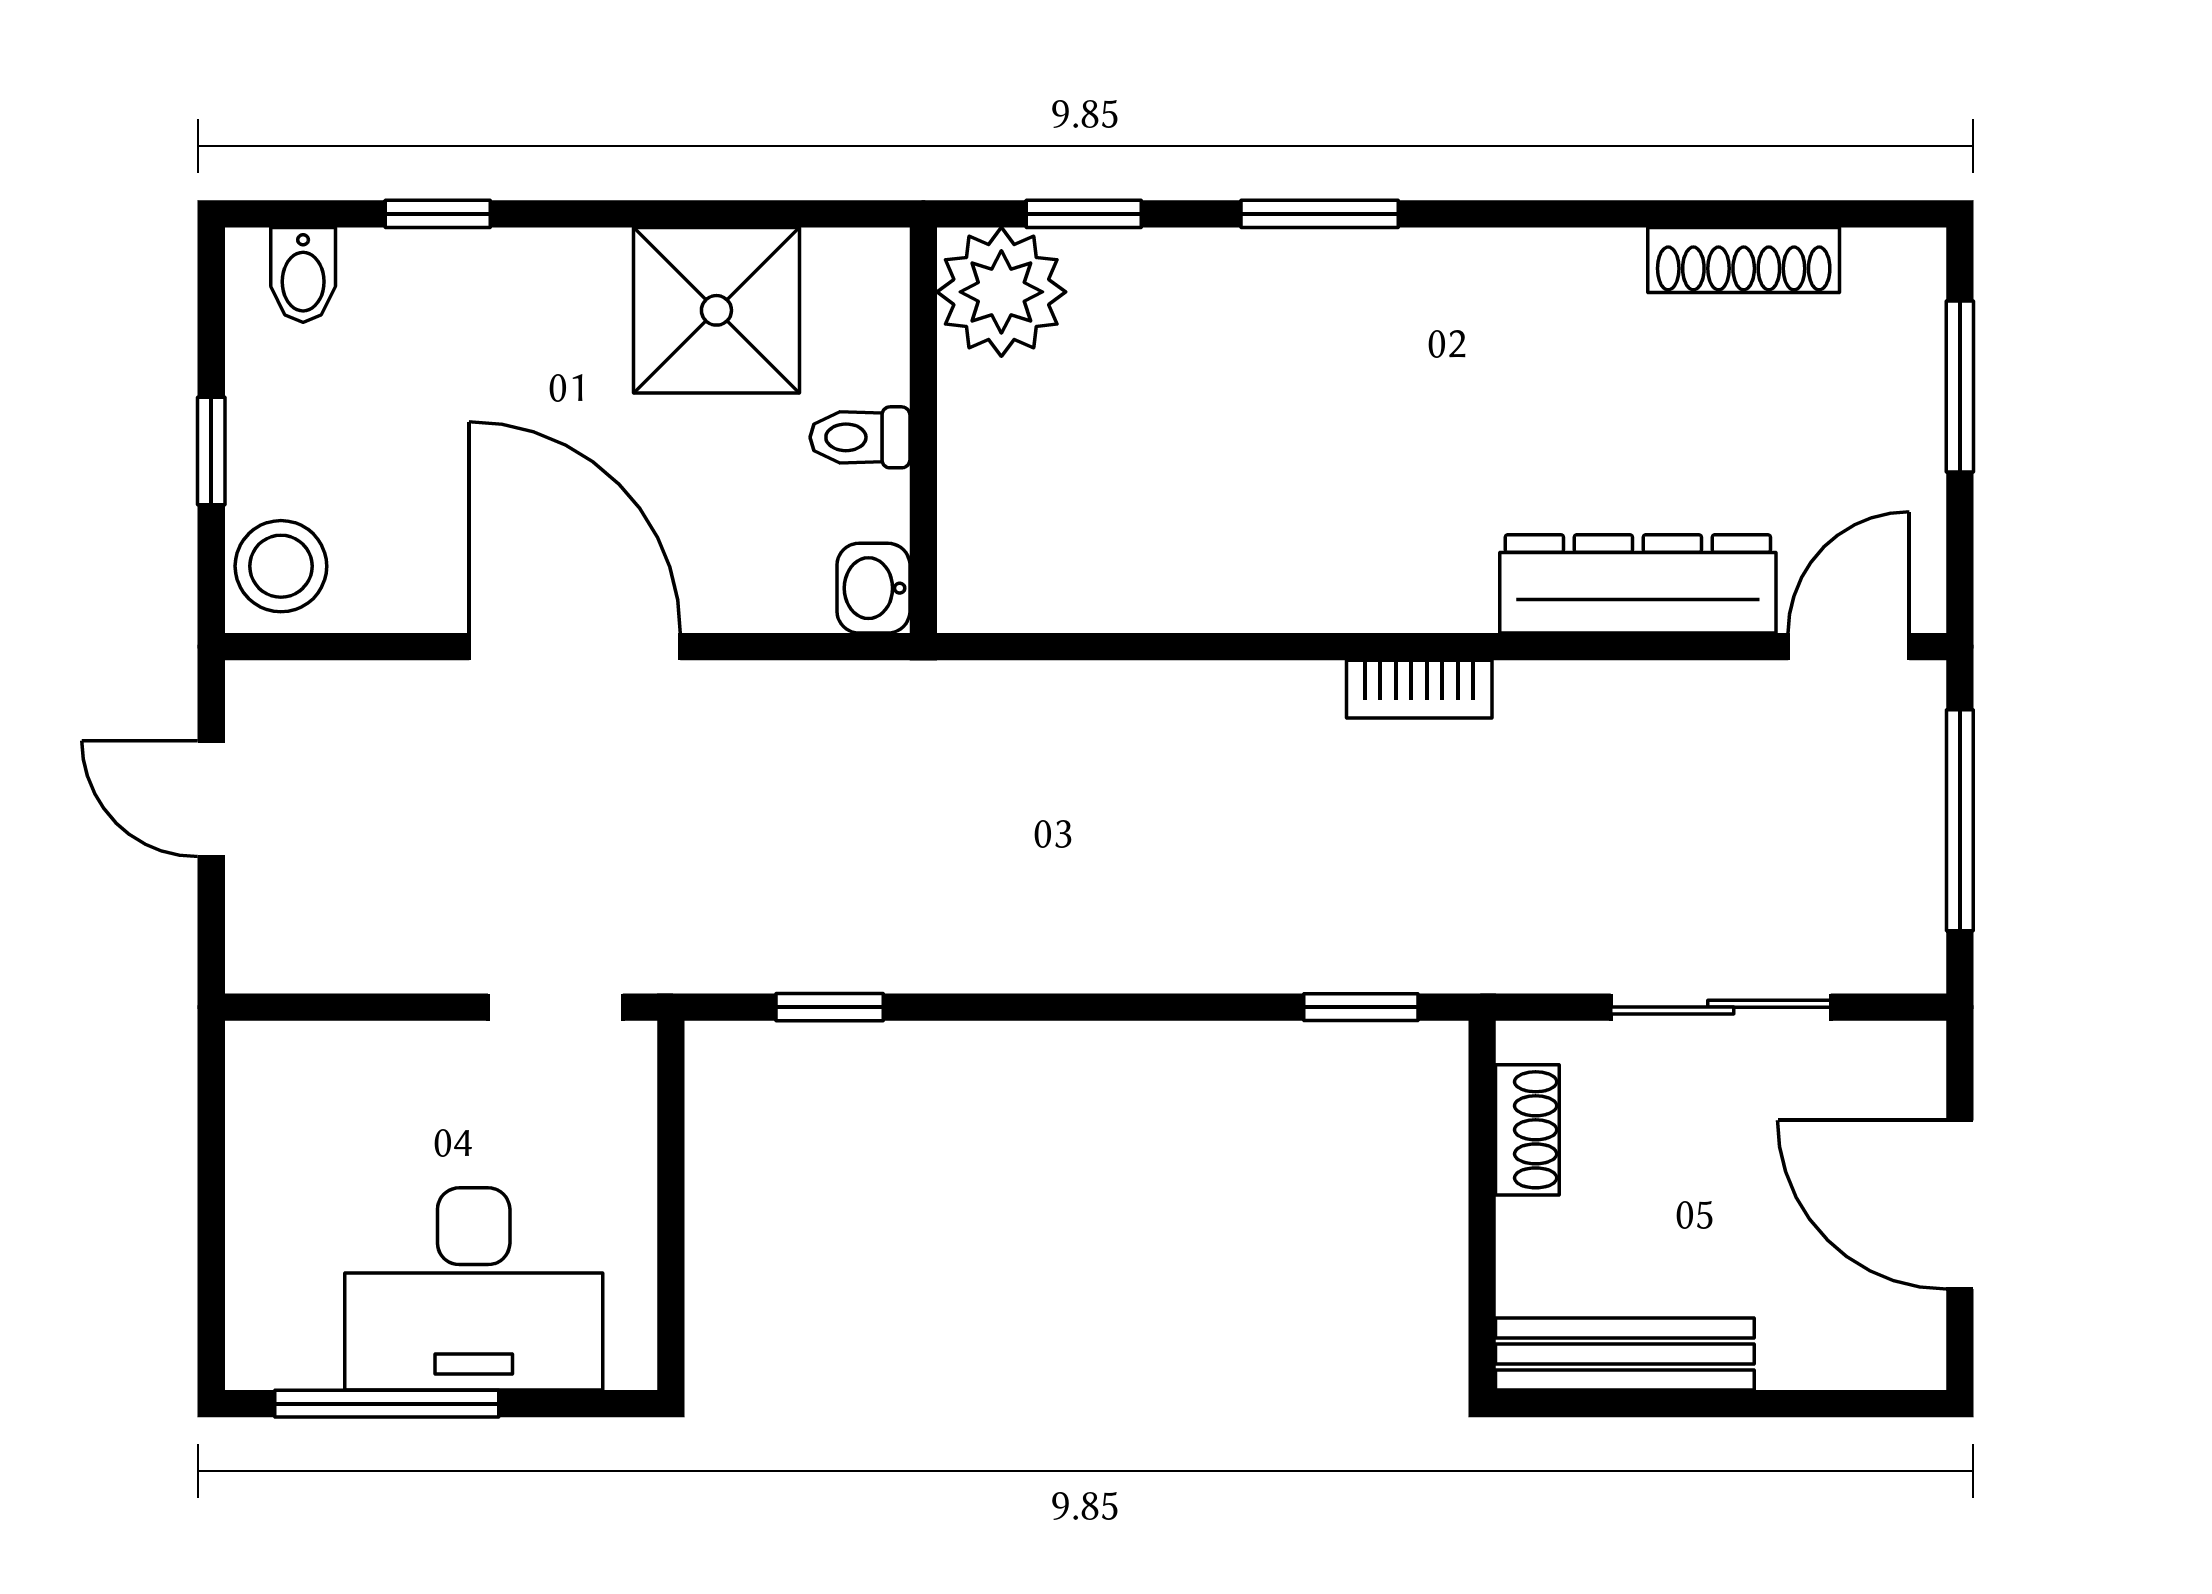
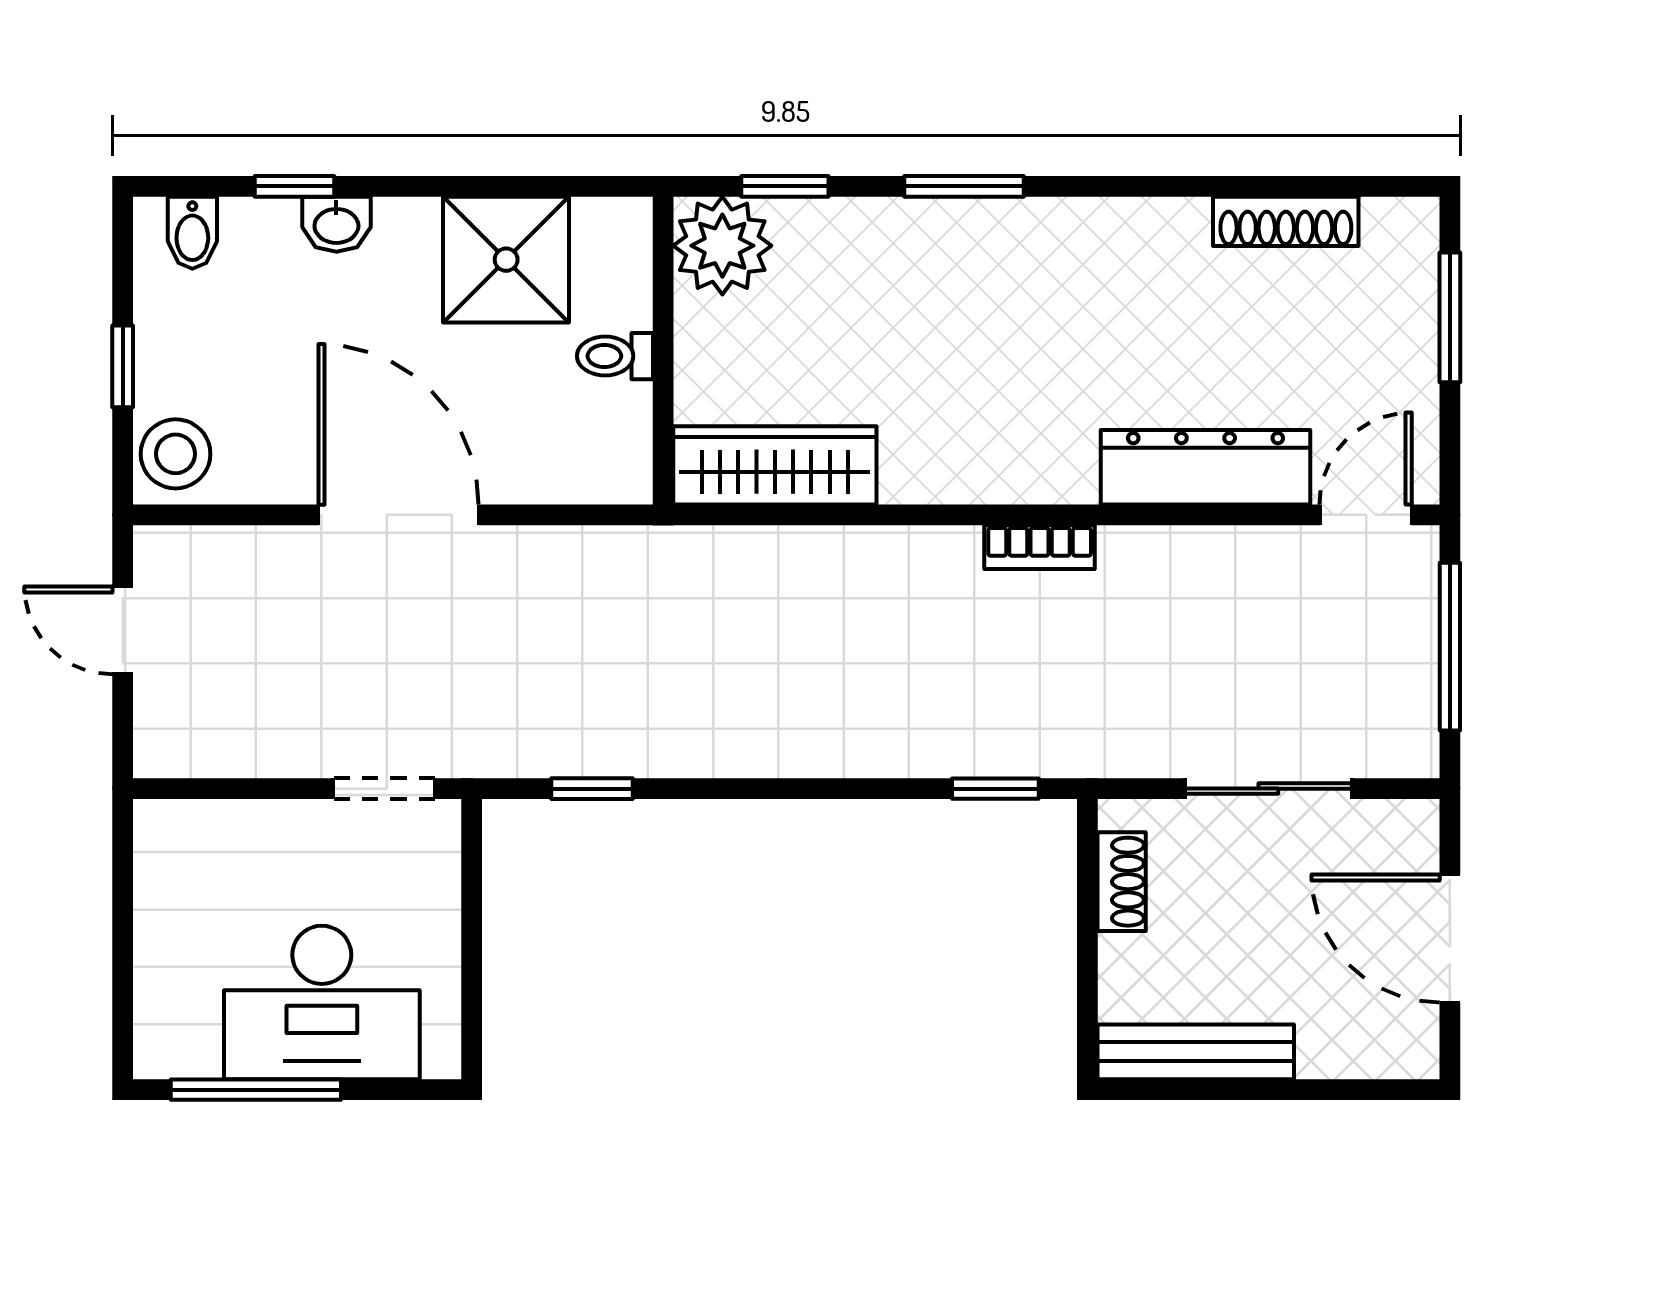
wardrobe: (1071, 581) -> (775, 465), added
washbasin: (873, 588) -> (336, 224), moved, turned -90

